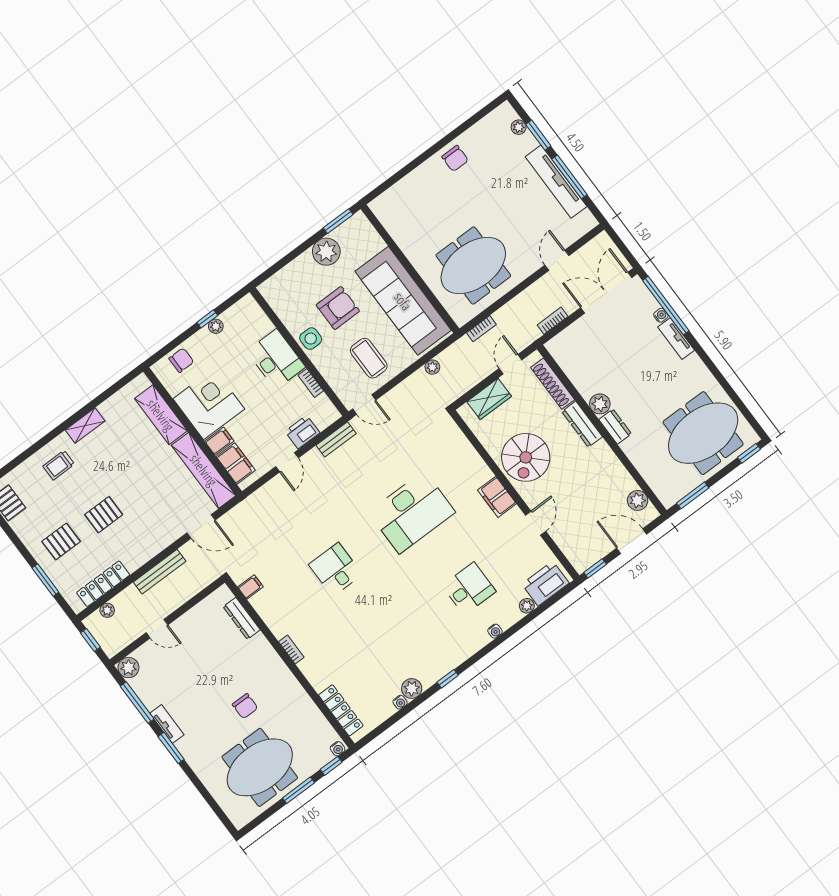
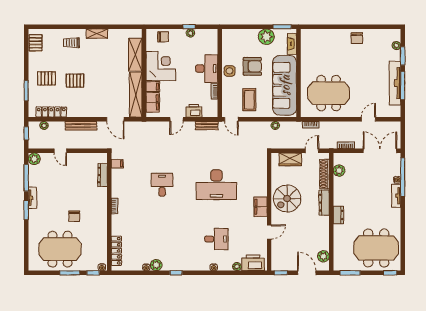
fireplace: (370, 235) -> (292, 44), added
plant: (600, 404) -> (339, 171), moved

